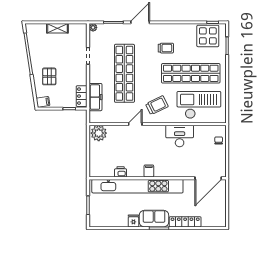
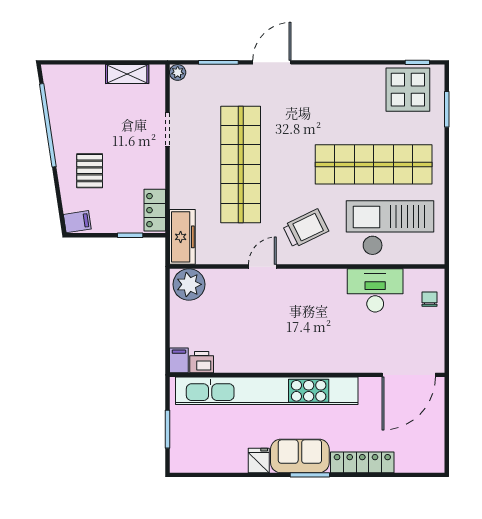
shelving: (57, 28) -> (127, 74), moved
trolley: (166, 48) -> (324, 114), removed
freezer: (95, 97) -> (182, 237), moved
desk: (180, 136) -> (375, 290), moved
filing cabinet: (149, 171) -> (179, 360), moved
printer: (121, 172) -> (202, 362), moved

